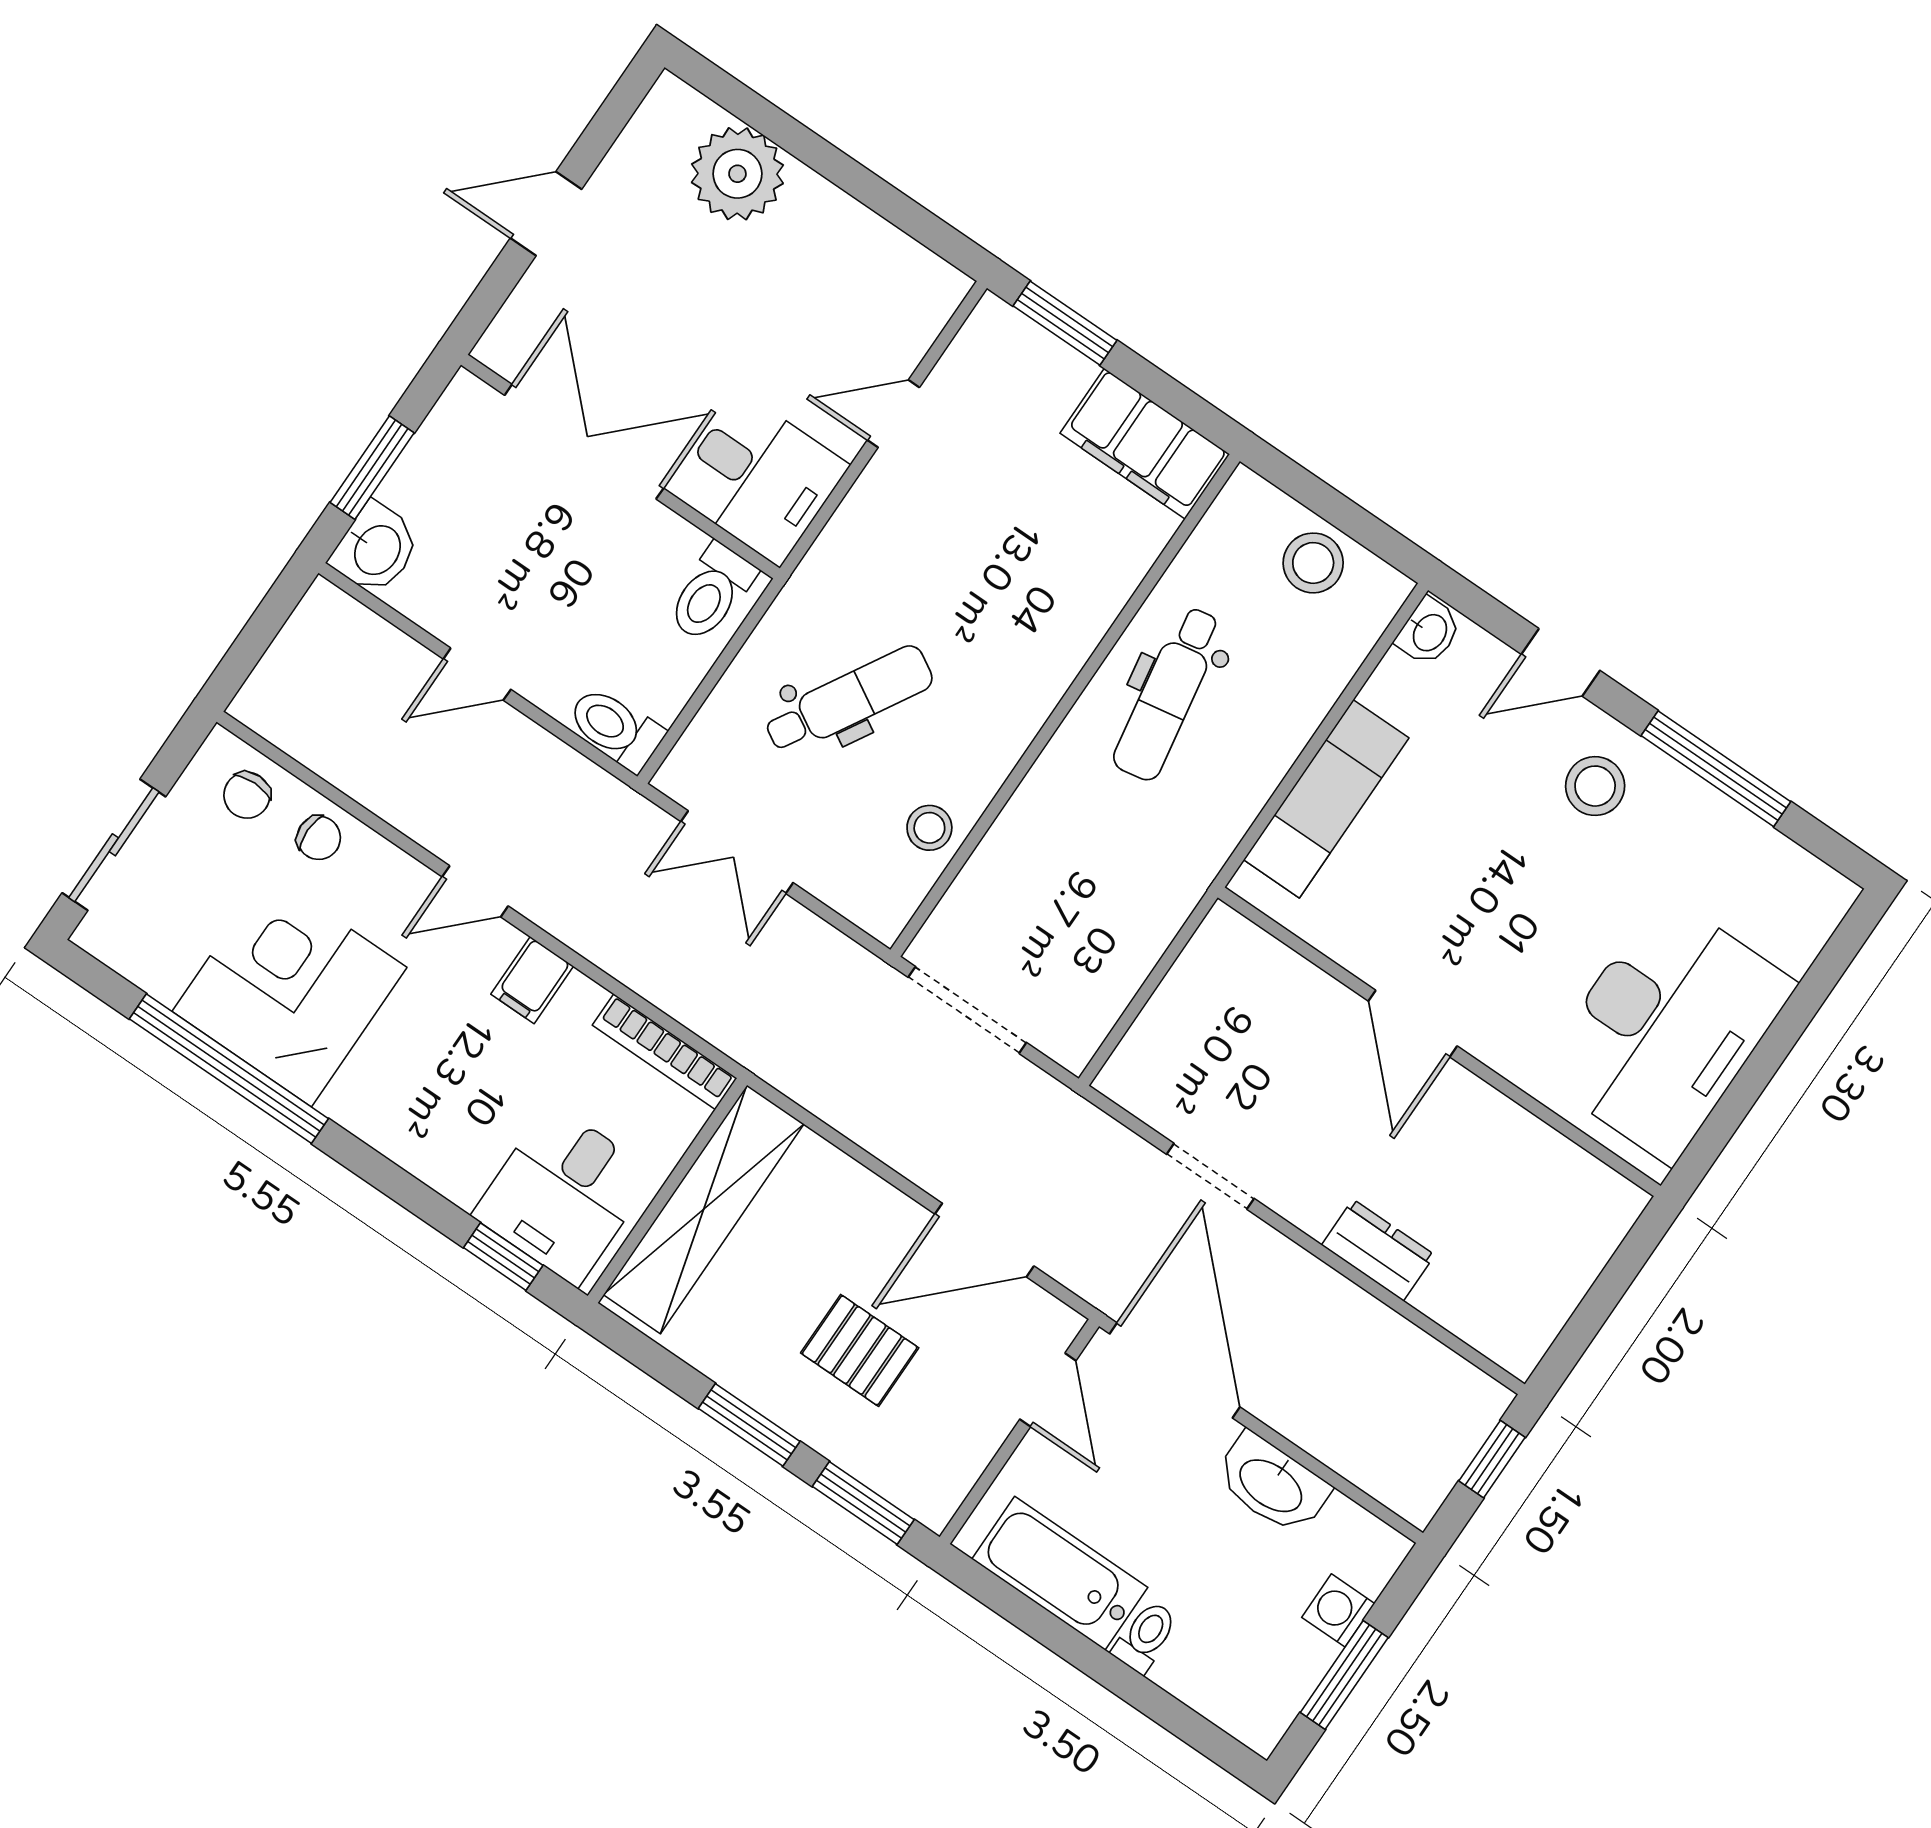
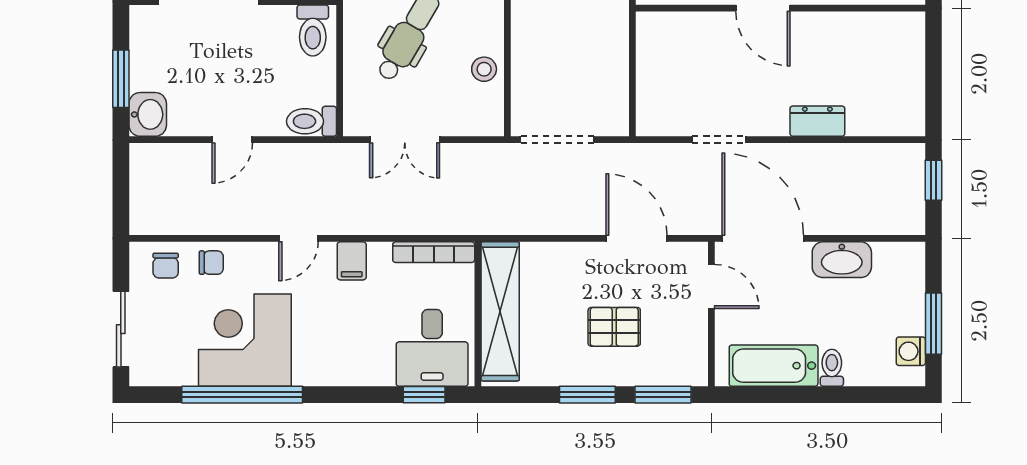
door: (984, 1240) -> (636, 238), swing flipped
washing machine: (1338, 1610) -> (911, 351), moved

